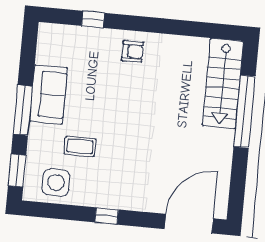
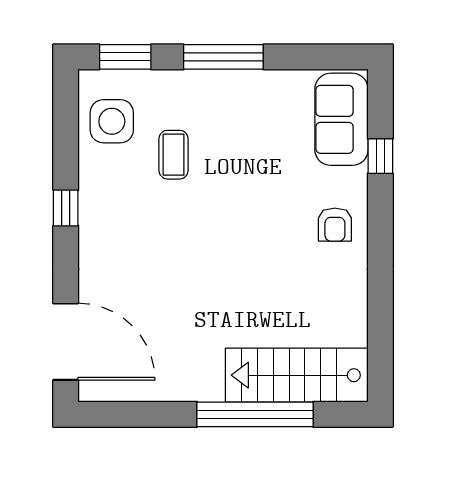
sofa: (48, 94) -> (341, 119), moved, turned 90

